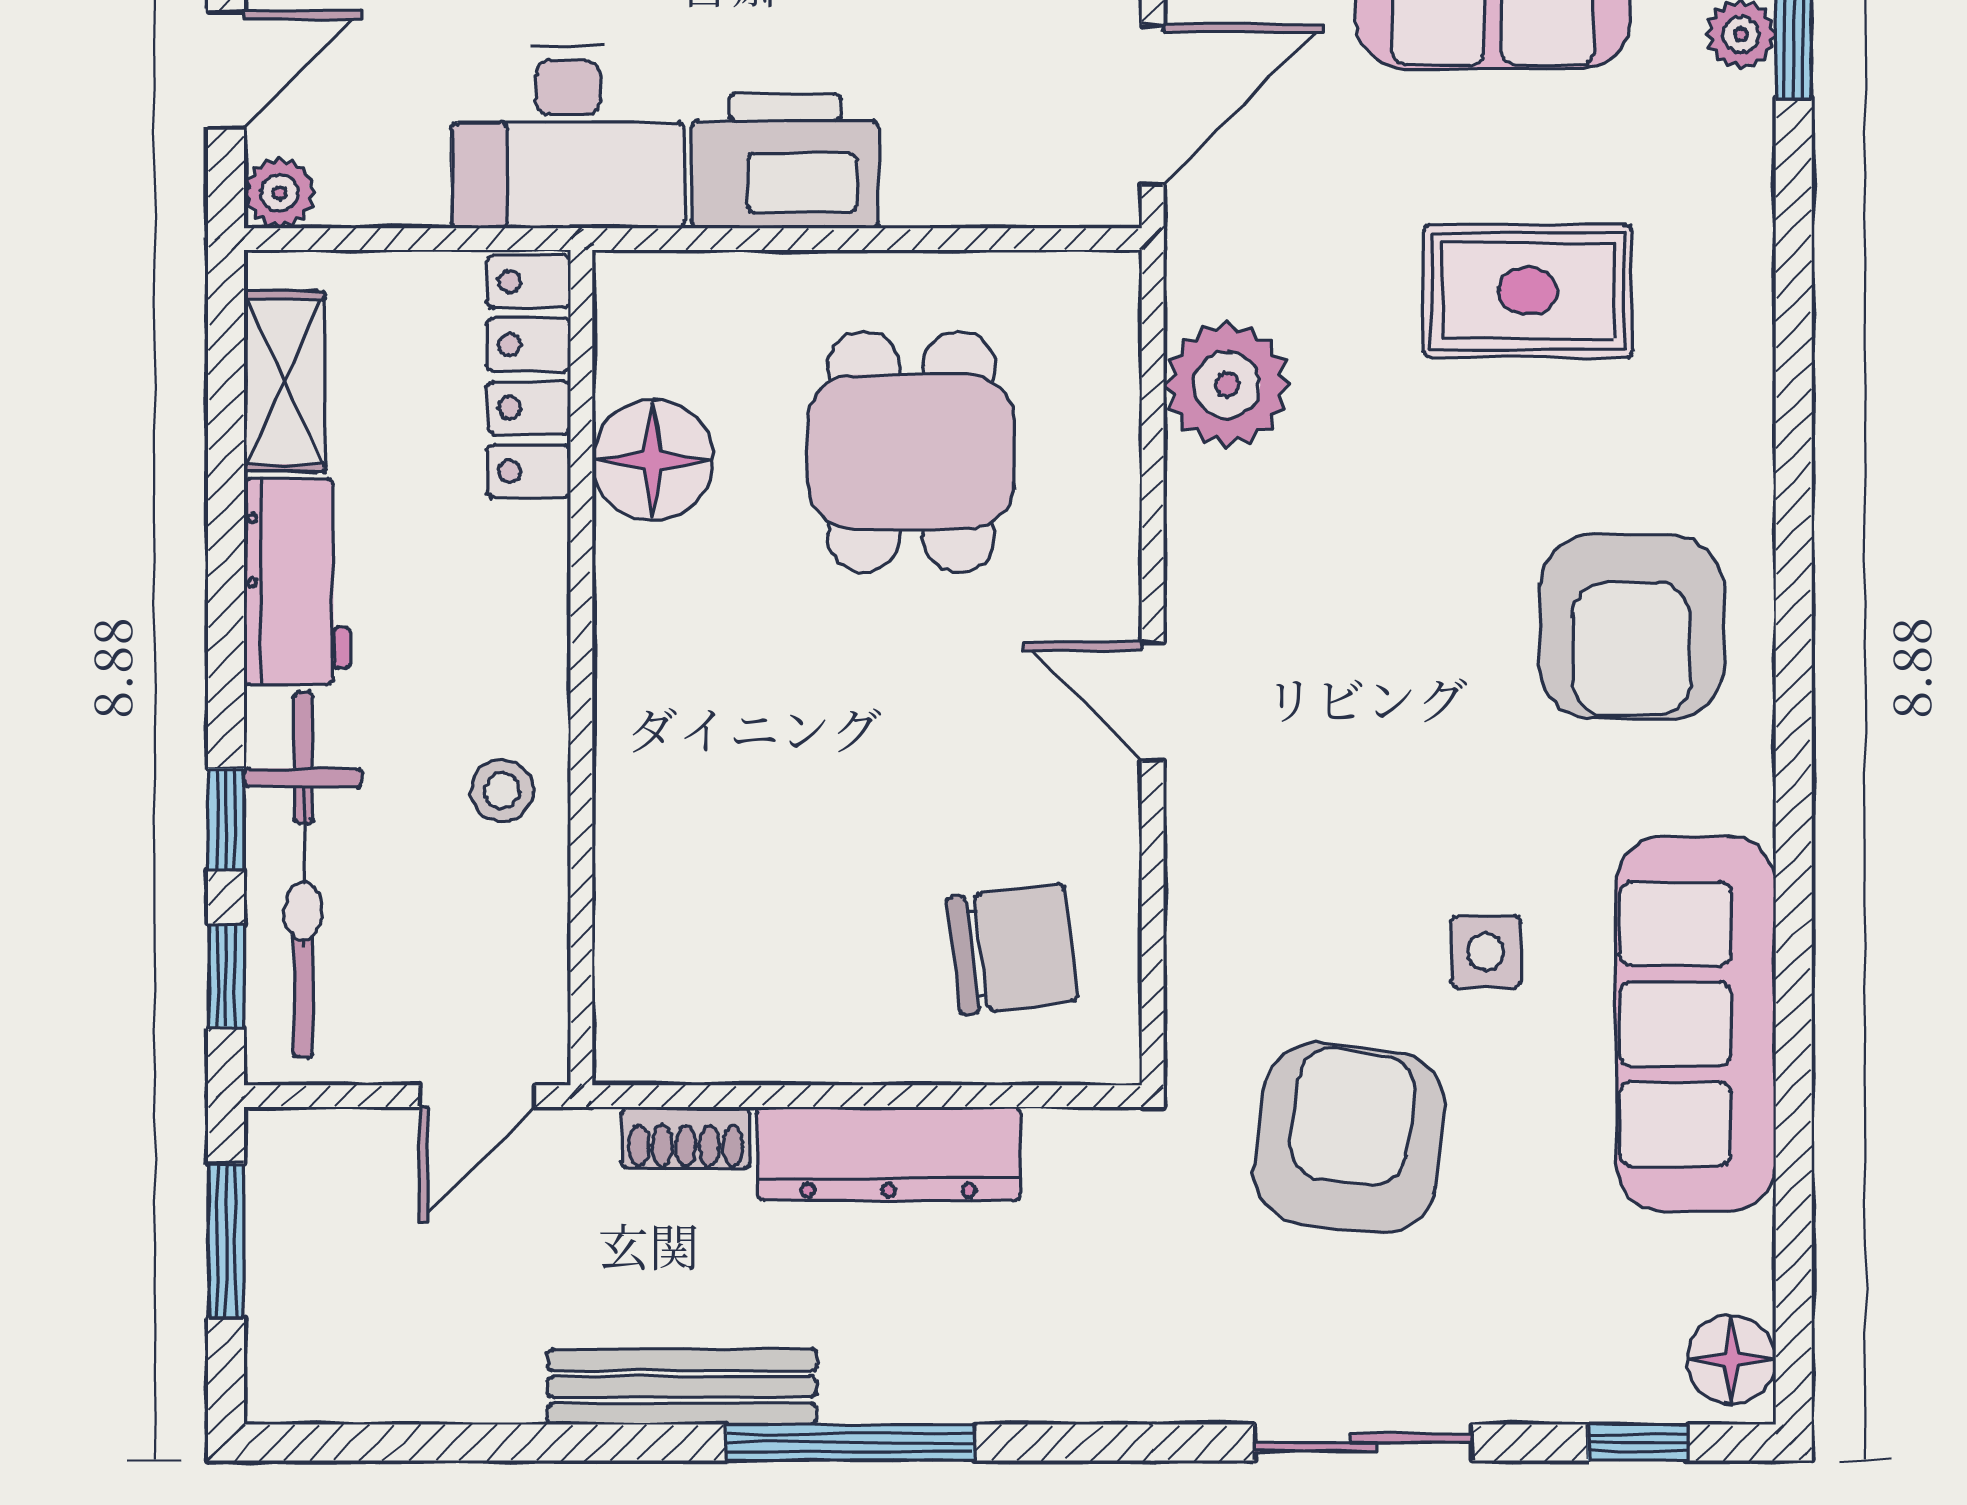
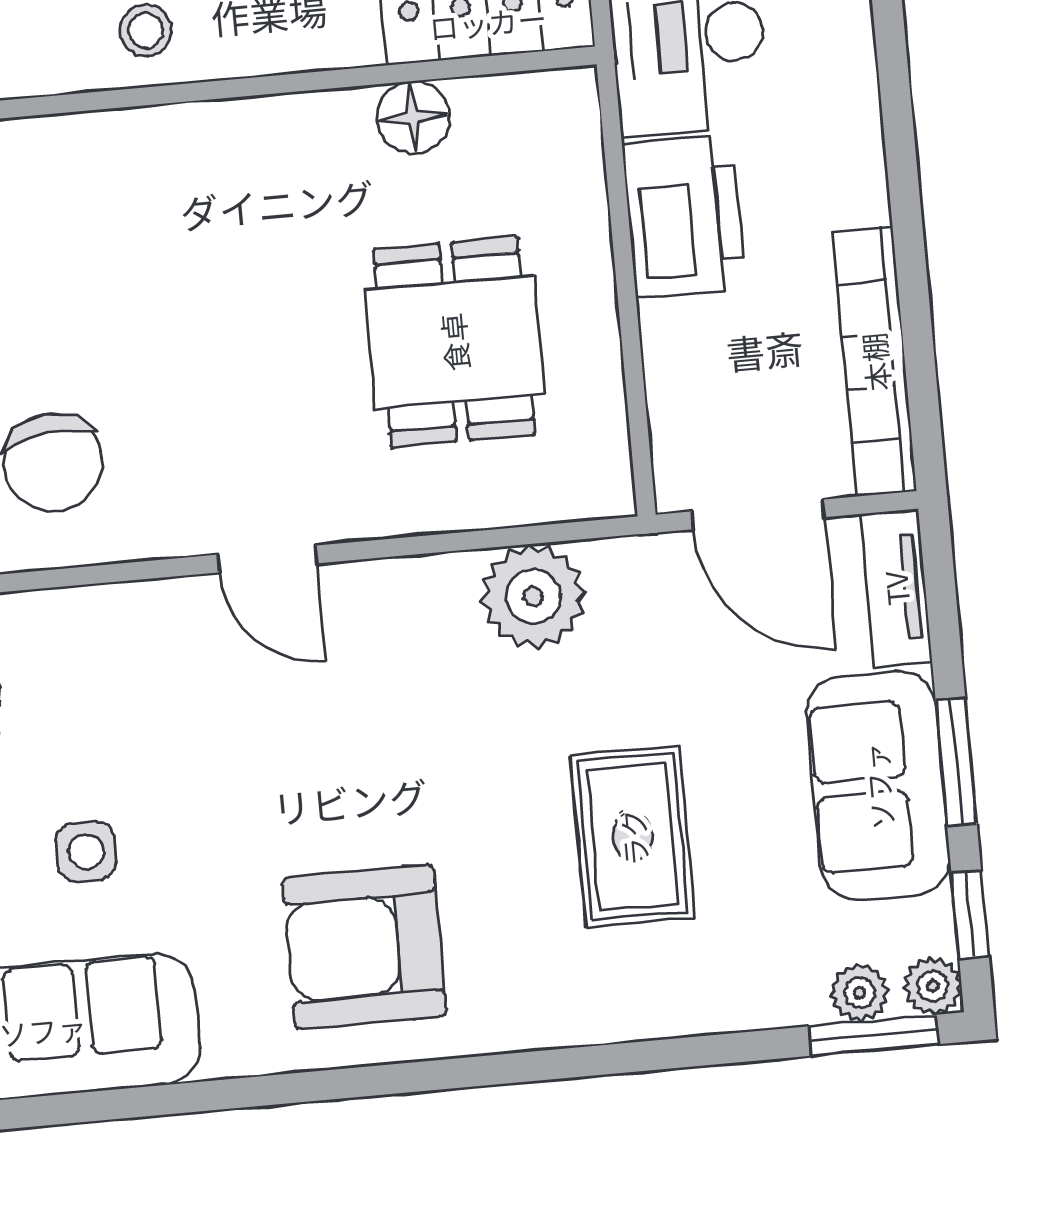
dining table: (911, 452) -> (454, 342), turned 90
floor lamp: (653, 460) -> (413, 117), width x0.73, depth x0.73
door: (1153, 702) -> (267, 559), swing flipped

